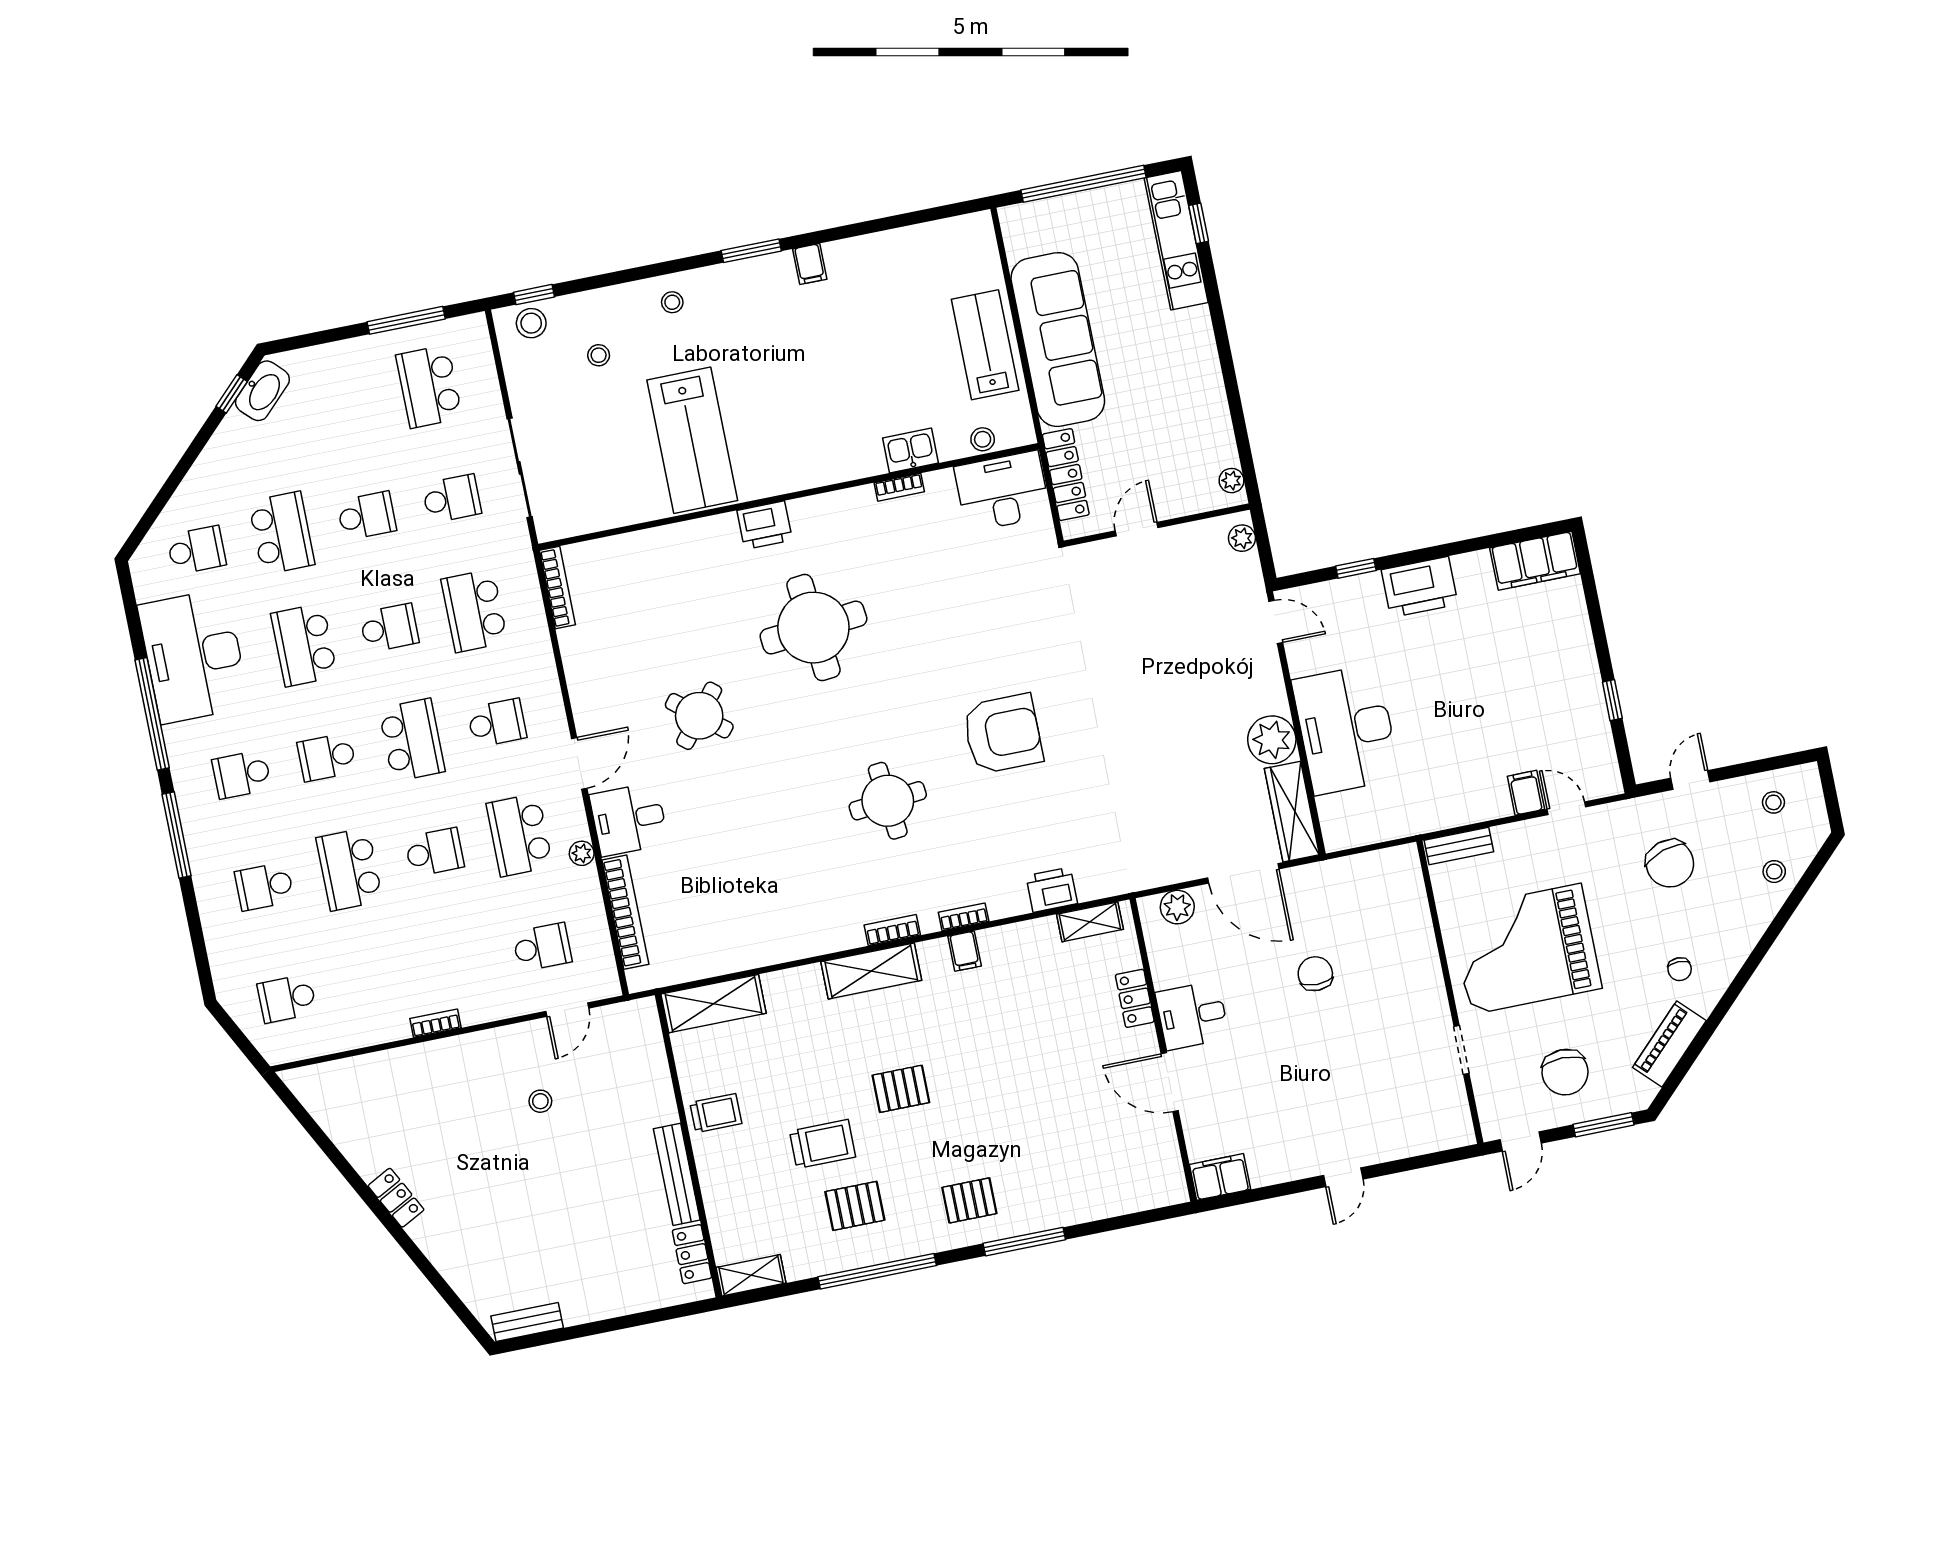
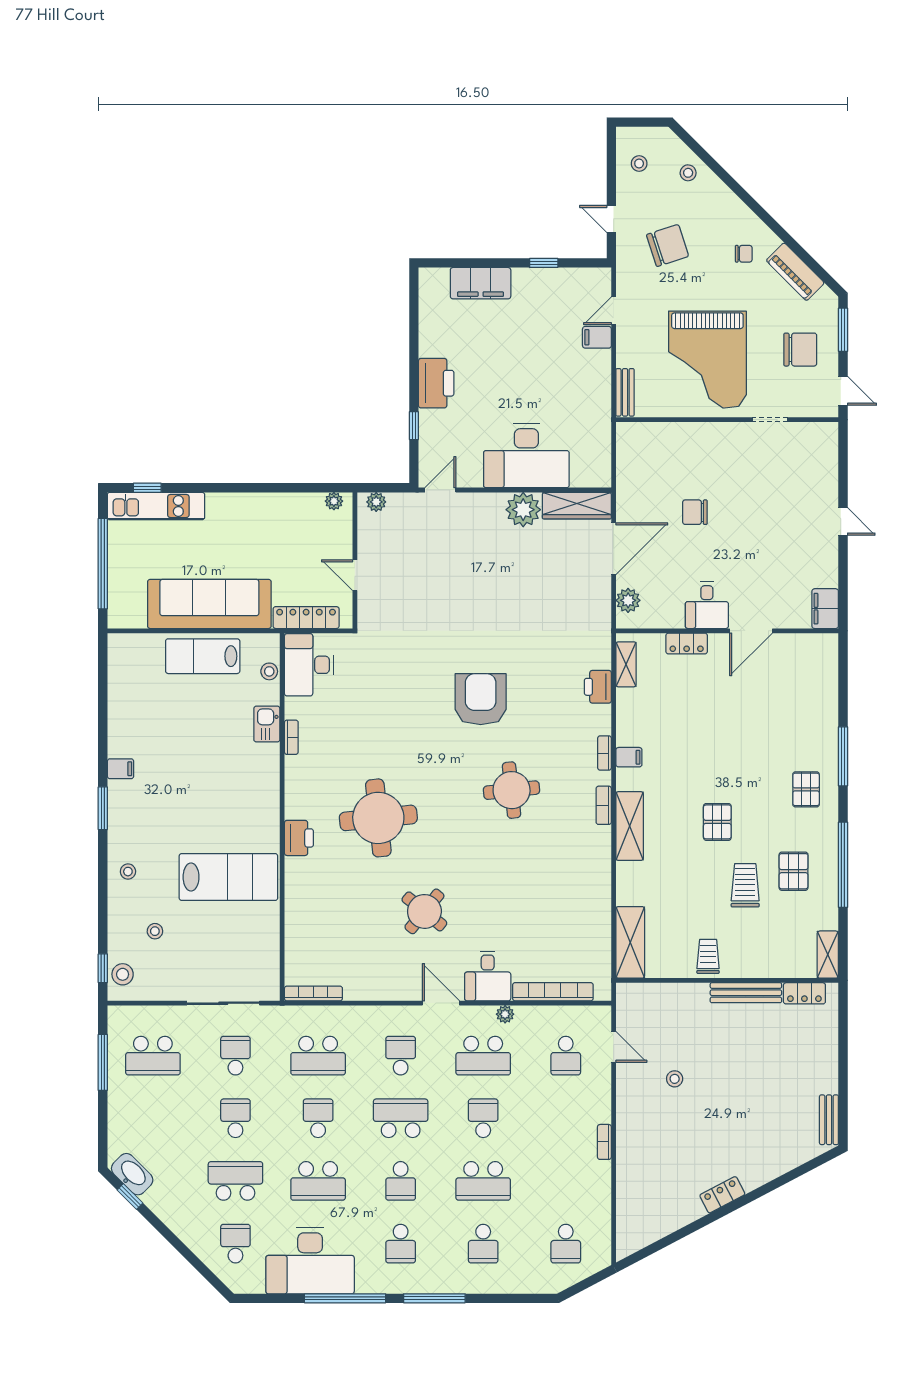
filing cabinet: (1535, 561) -> (481, 283), moved, turned 90
school desk: (542, 947) -> (566, 1056), turned 180

